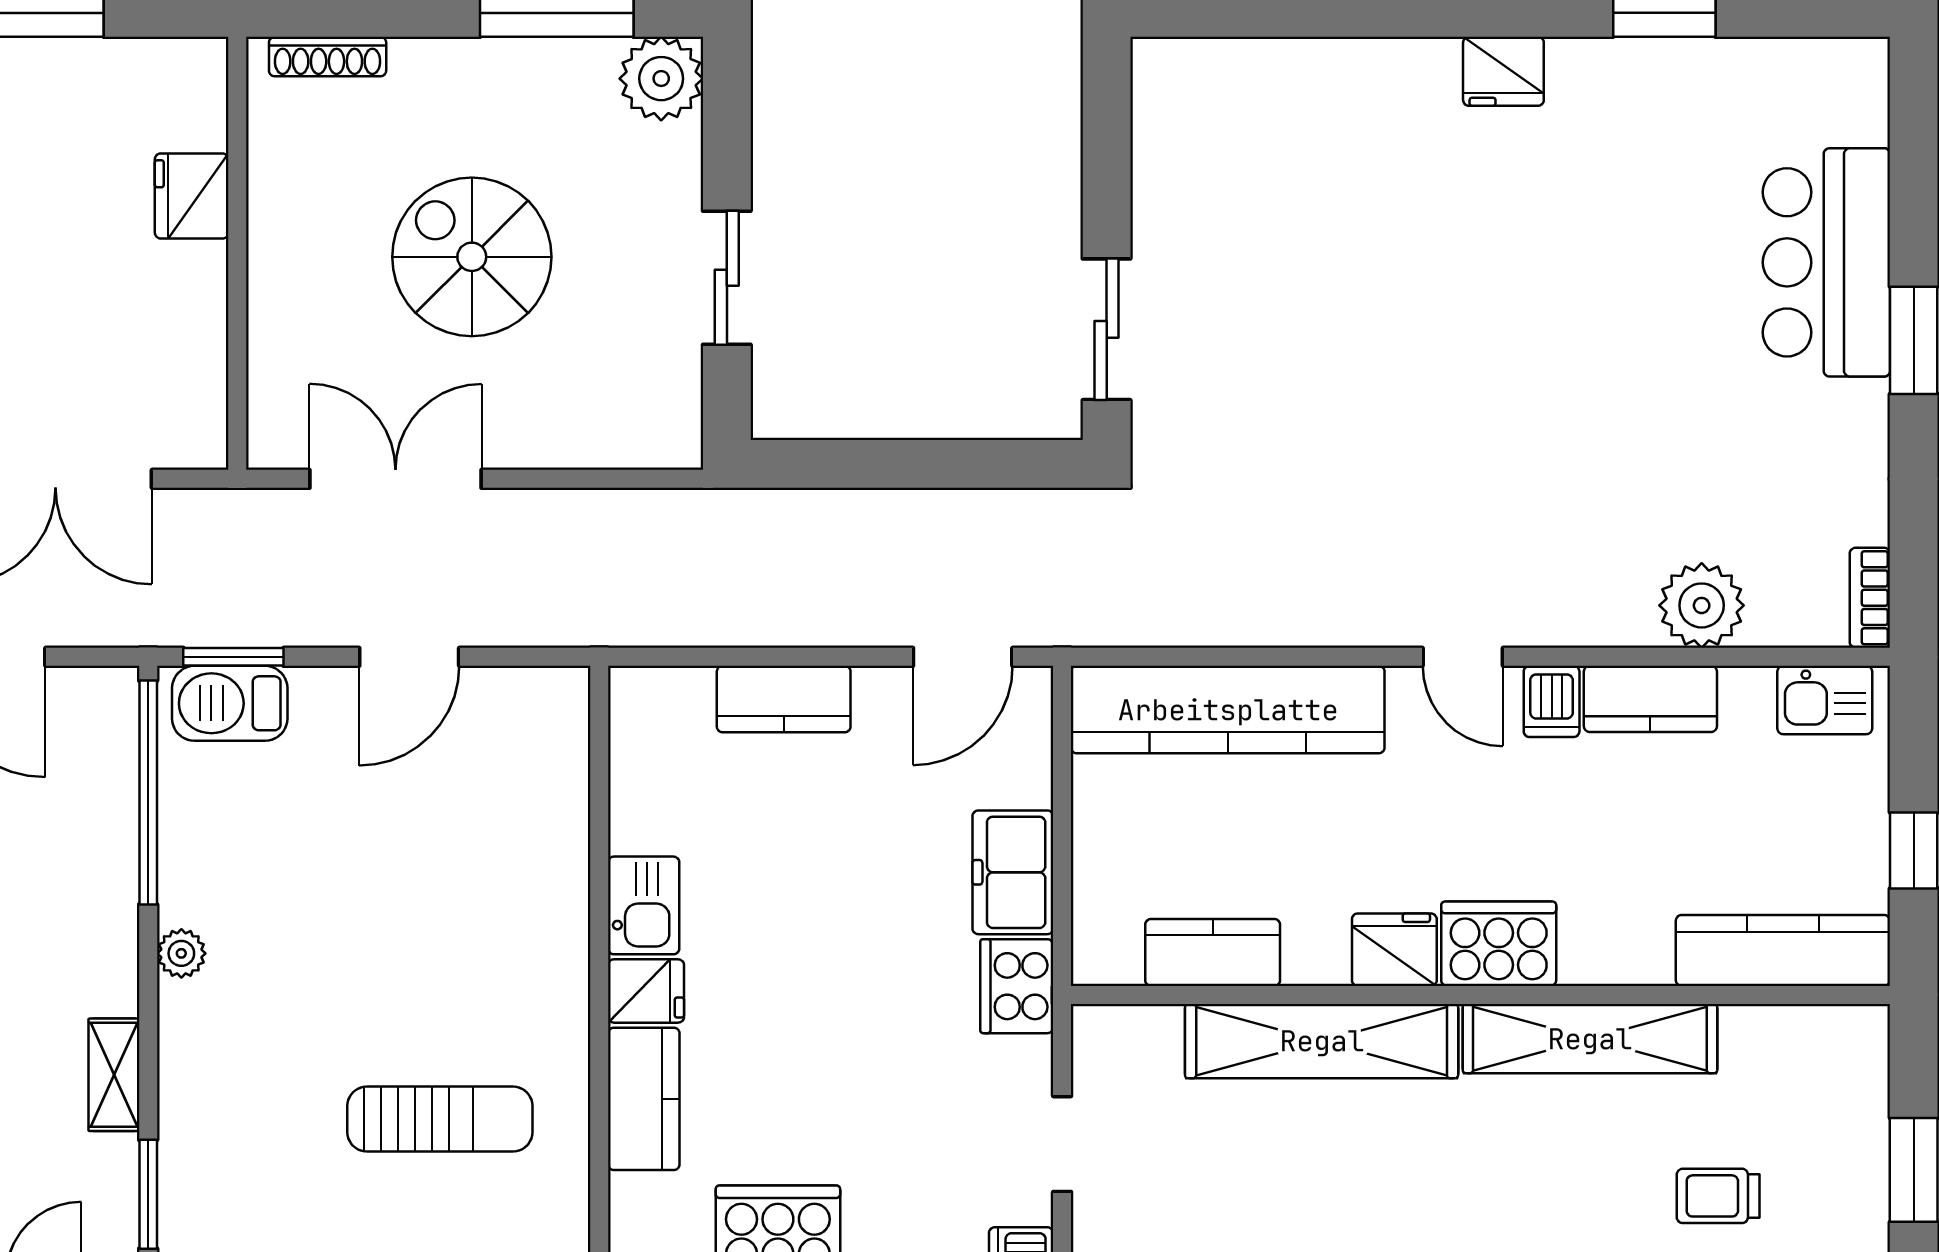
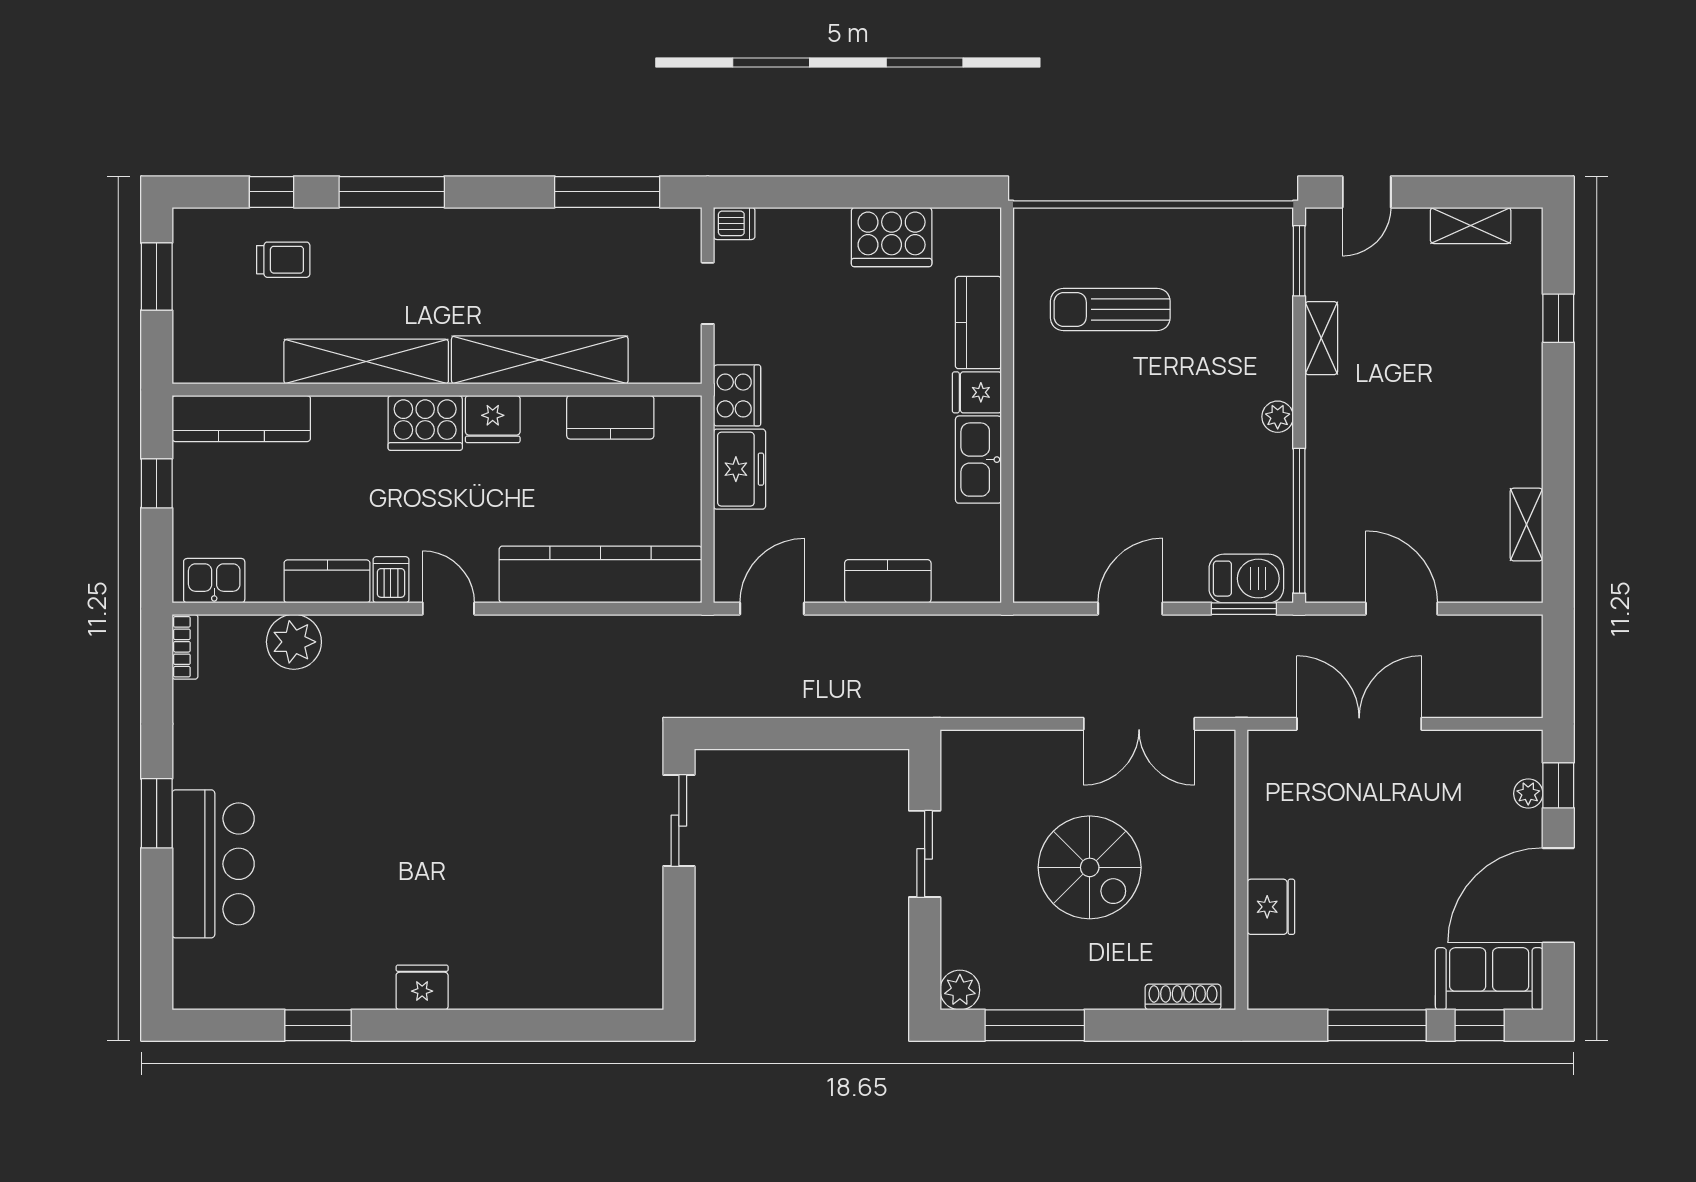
plant: (661, 79) -> (960, 990), width x0.73, depth x0.73
kitchen sink: (644, 905) -> (978, 460), width x1.38

